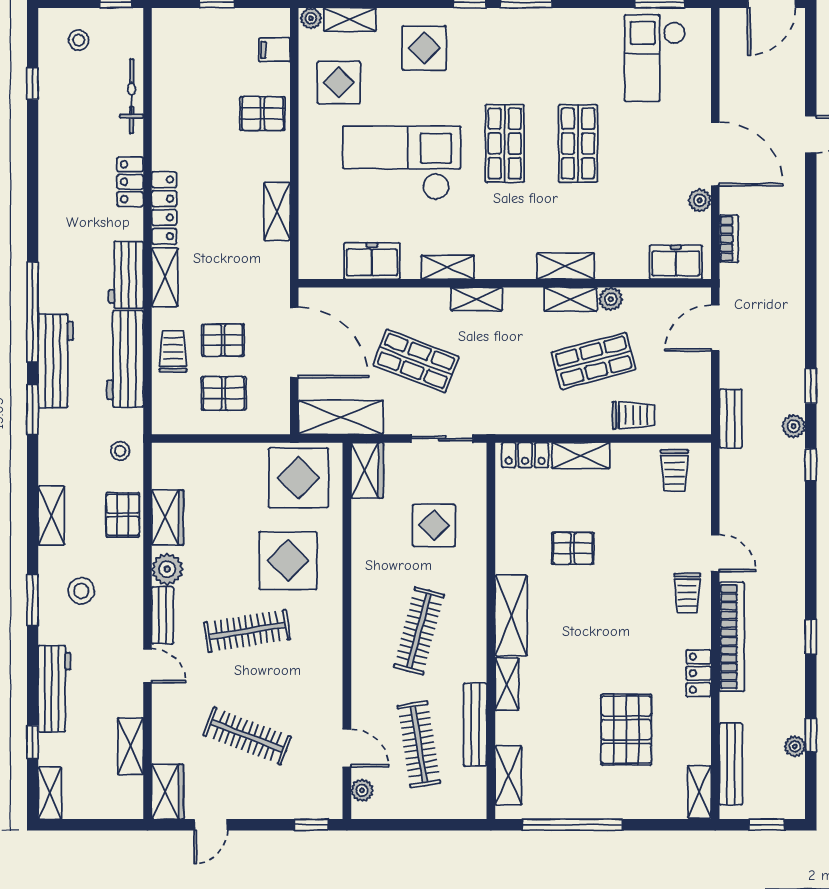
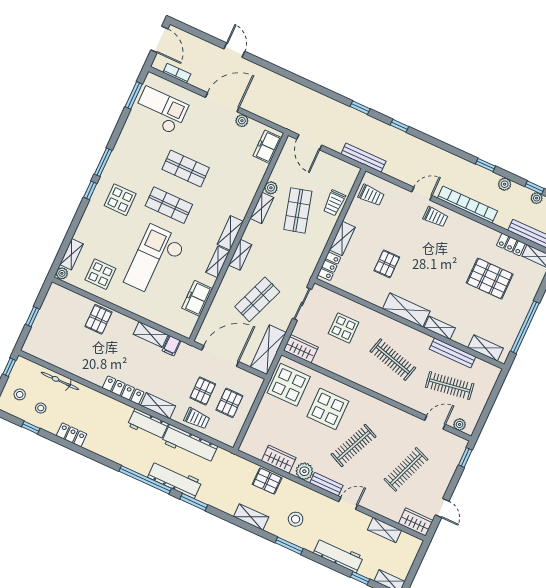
display table: (424, 48) -> (120, 200), moved
filing cabinet: (274, 50) -> (172, 346), moved
checkout: (655, 58) -> (161, 111), turned 180
locker: (130, 182) -> (72, 435), moved, turned 180
bookcase: (729, 239) -> (177, 73), moved
shelving: (565, 266) -> (230, 233), moved
trolley: (173, 351) -> (197, 418), turned 180
trolley: (634, 415) -> (334, 203), turned 180
bench: (731, 419) -> (363, 158), width x1.36
plant: (794, 426) -> (505, 184), moved
stool: (120, 451) -> (41, 408), moved
clothes rail: (247, 631) -> (354, 445), turned 33
locker: (699, 673) -> (511, 245), moved

